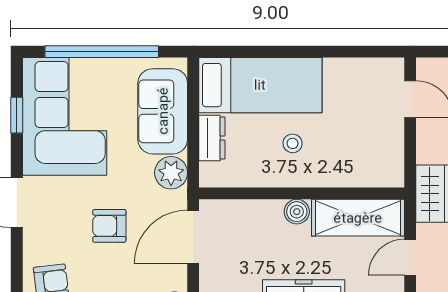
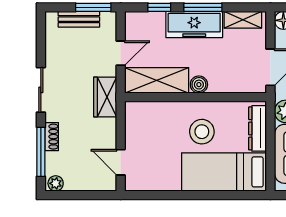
dresser: (212, 138) -> (258, 128), width x1.44
stool: (293, 143) -> (202, 132), width x1.89, depth x1.89

